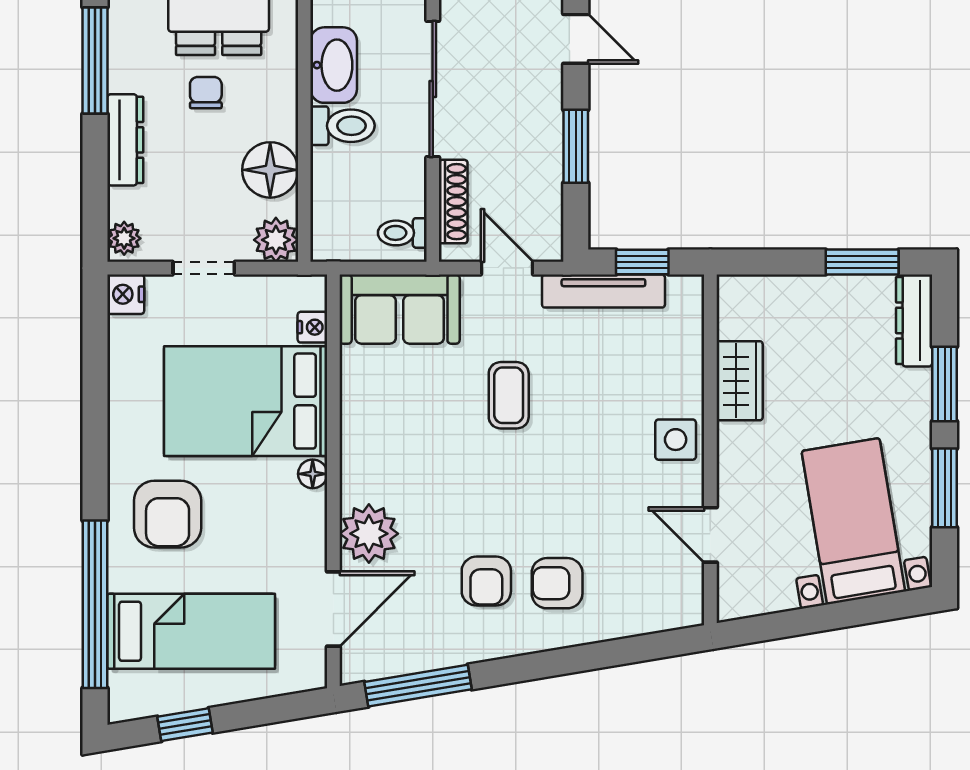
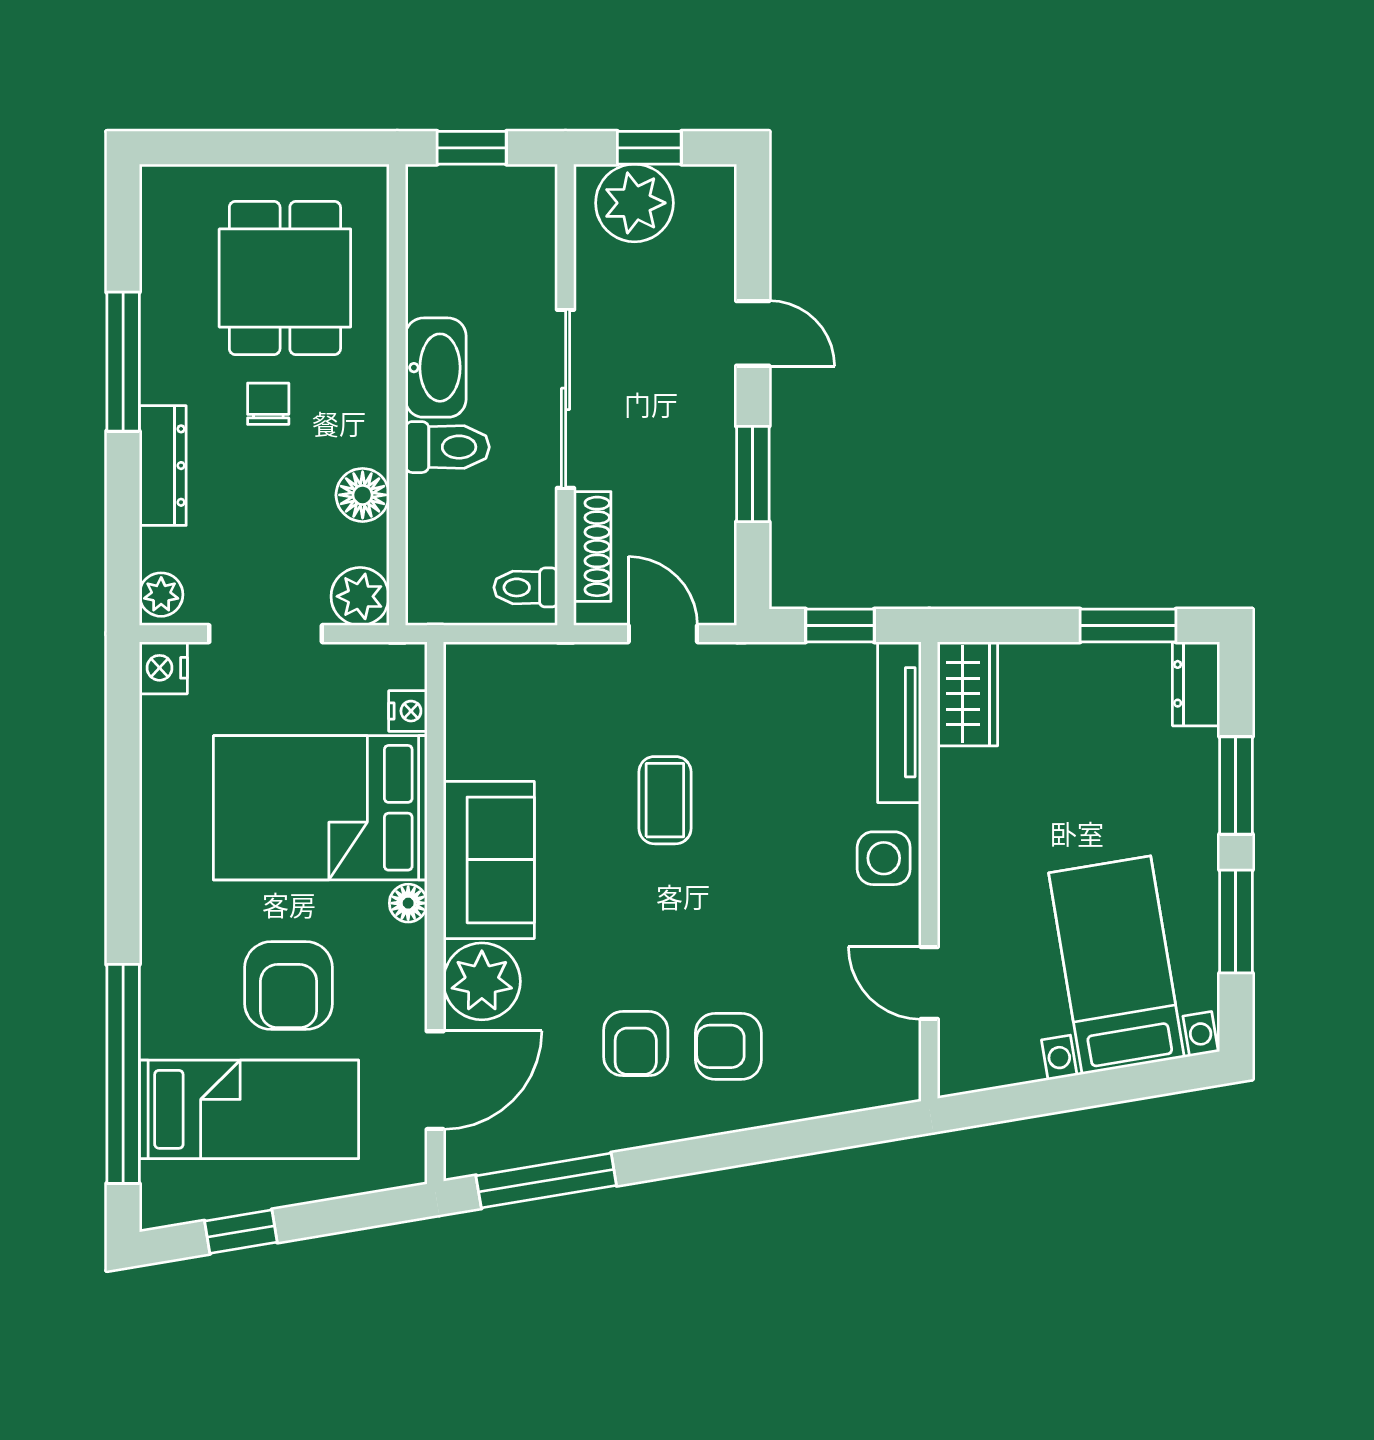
floor lamp: (270, 170) -> (363, 495), width x0.73, depth x0.73
doorway: (204, 268) -> (266, 634), width x1.38
tv unit: (603, 291) -> (899, 722), moved, turned 90
sofa: (400, 309) -> (489, 860), moved, turned -90
dresser: (914, 320) -> (1196, 684), width x0.70
wardrobe: (740, 381) -> (968, 694), moved
armchair: (168, 514) -> (289, 986), moved

